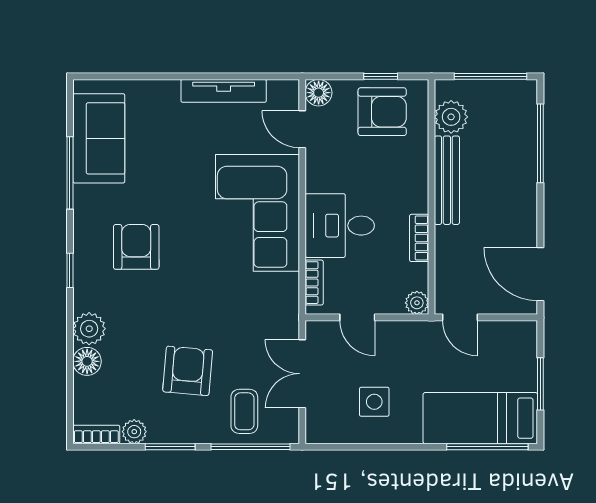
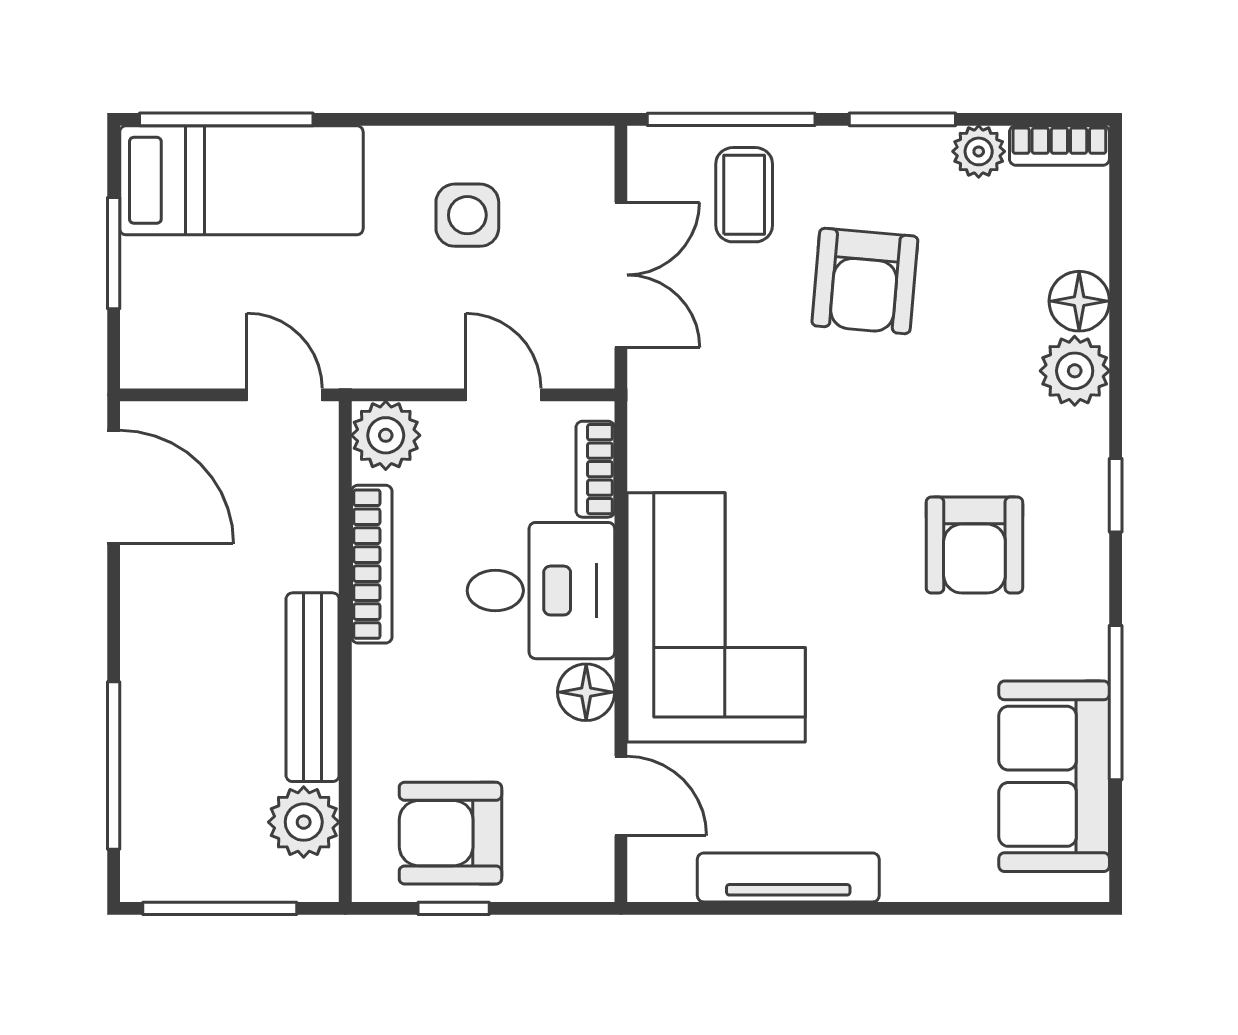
floor lamp: (319, 93) -> (586, 692), moved
bookcase: (419, 238) -> (372, 564), width x1.56
plant: (417, 303) -> (386, 435), width x1.38, depth x1.38

